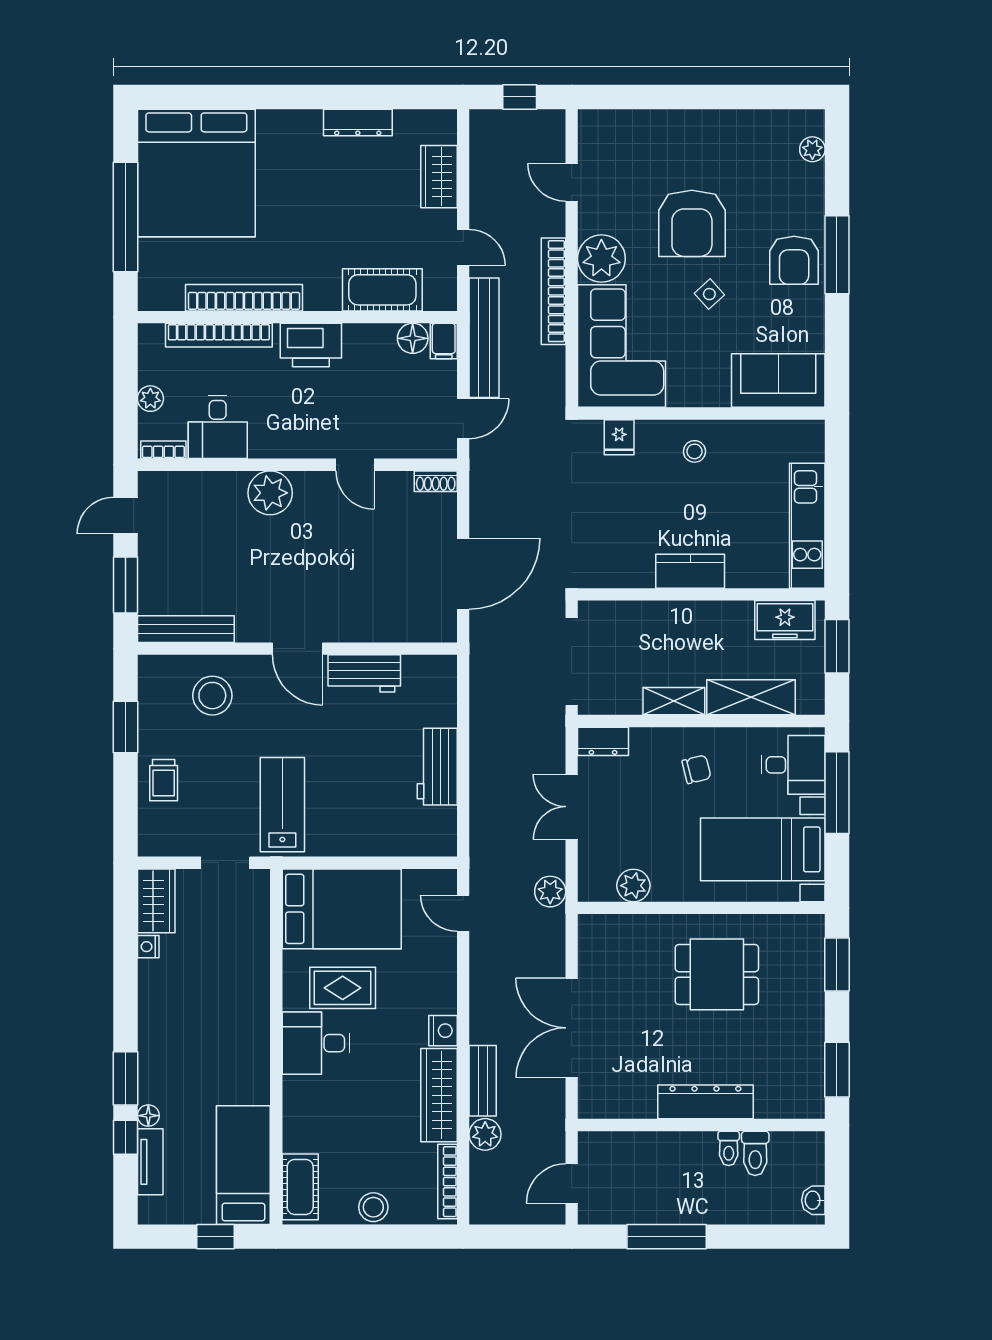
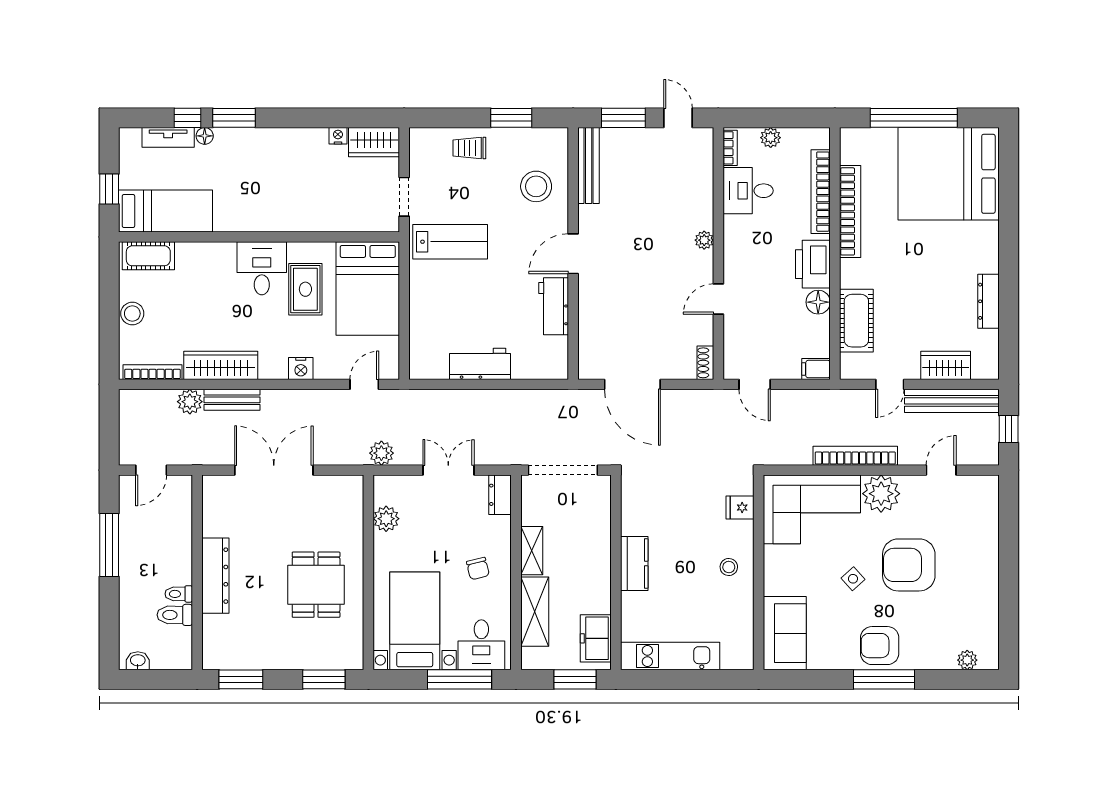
floor lamp: (413, 338) -> (818, 302), moved
bench: (484, 338) -> (952, 401), moved
plant: (270, 493) -> (704, 240), width x0.53, depth x0.53
nightstand: (443, 1031) -> (301, 369), moved
door: (572, 1183) -> (151, 470), swing flipped

